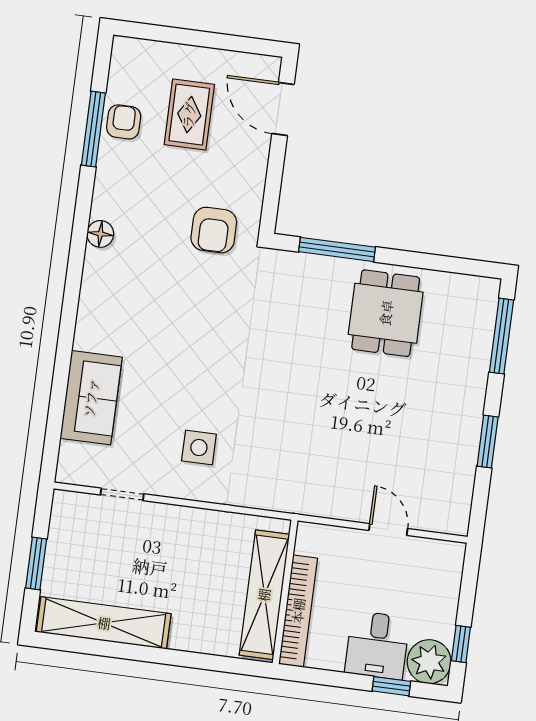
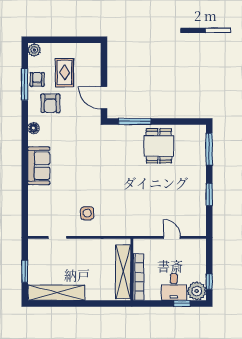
plant: (126, 53) -> (34, 50), added
door: (283, 109) -> (104, 98), moved
armchair: (214, 230) -> (50, 103), moved
sofa: (91, 398) -> (39, 166), moved

